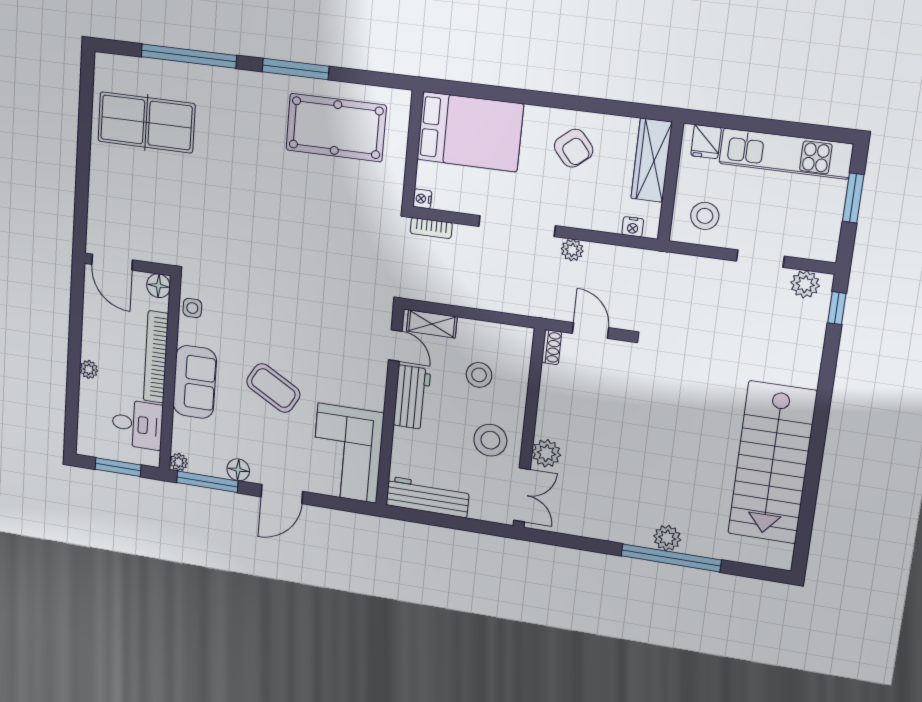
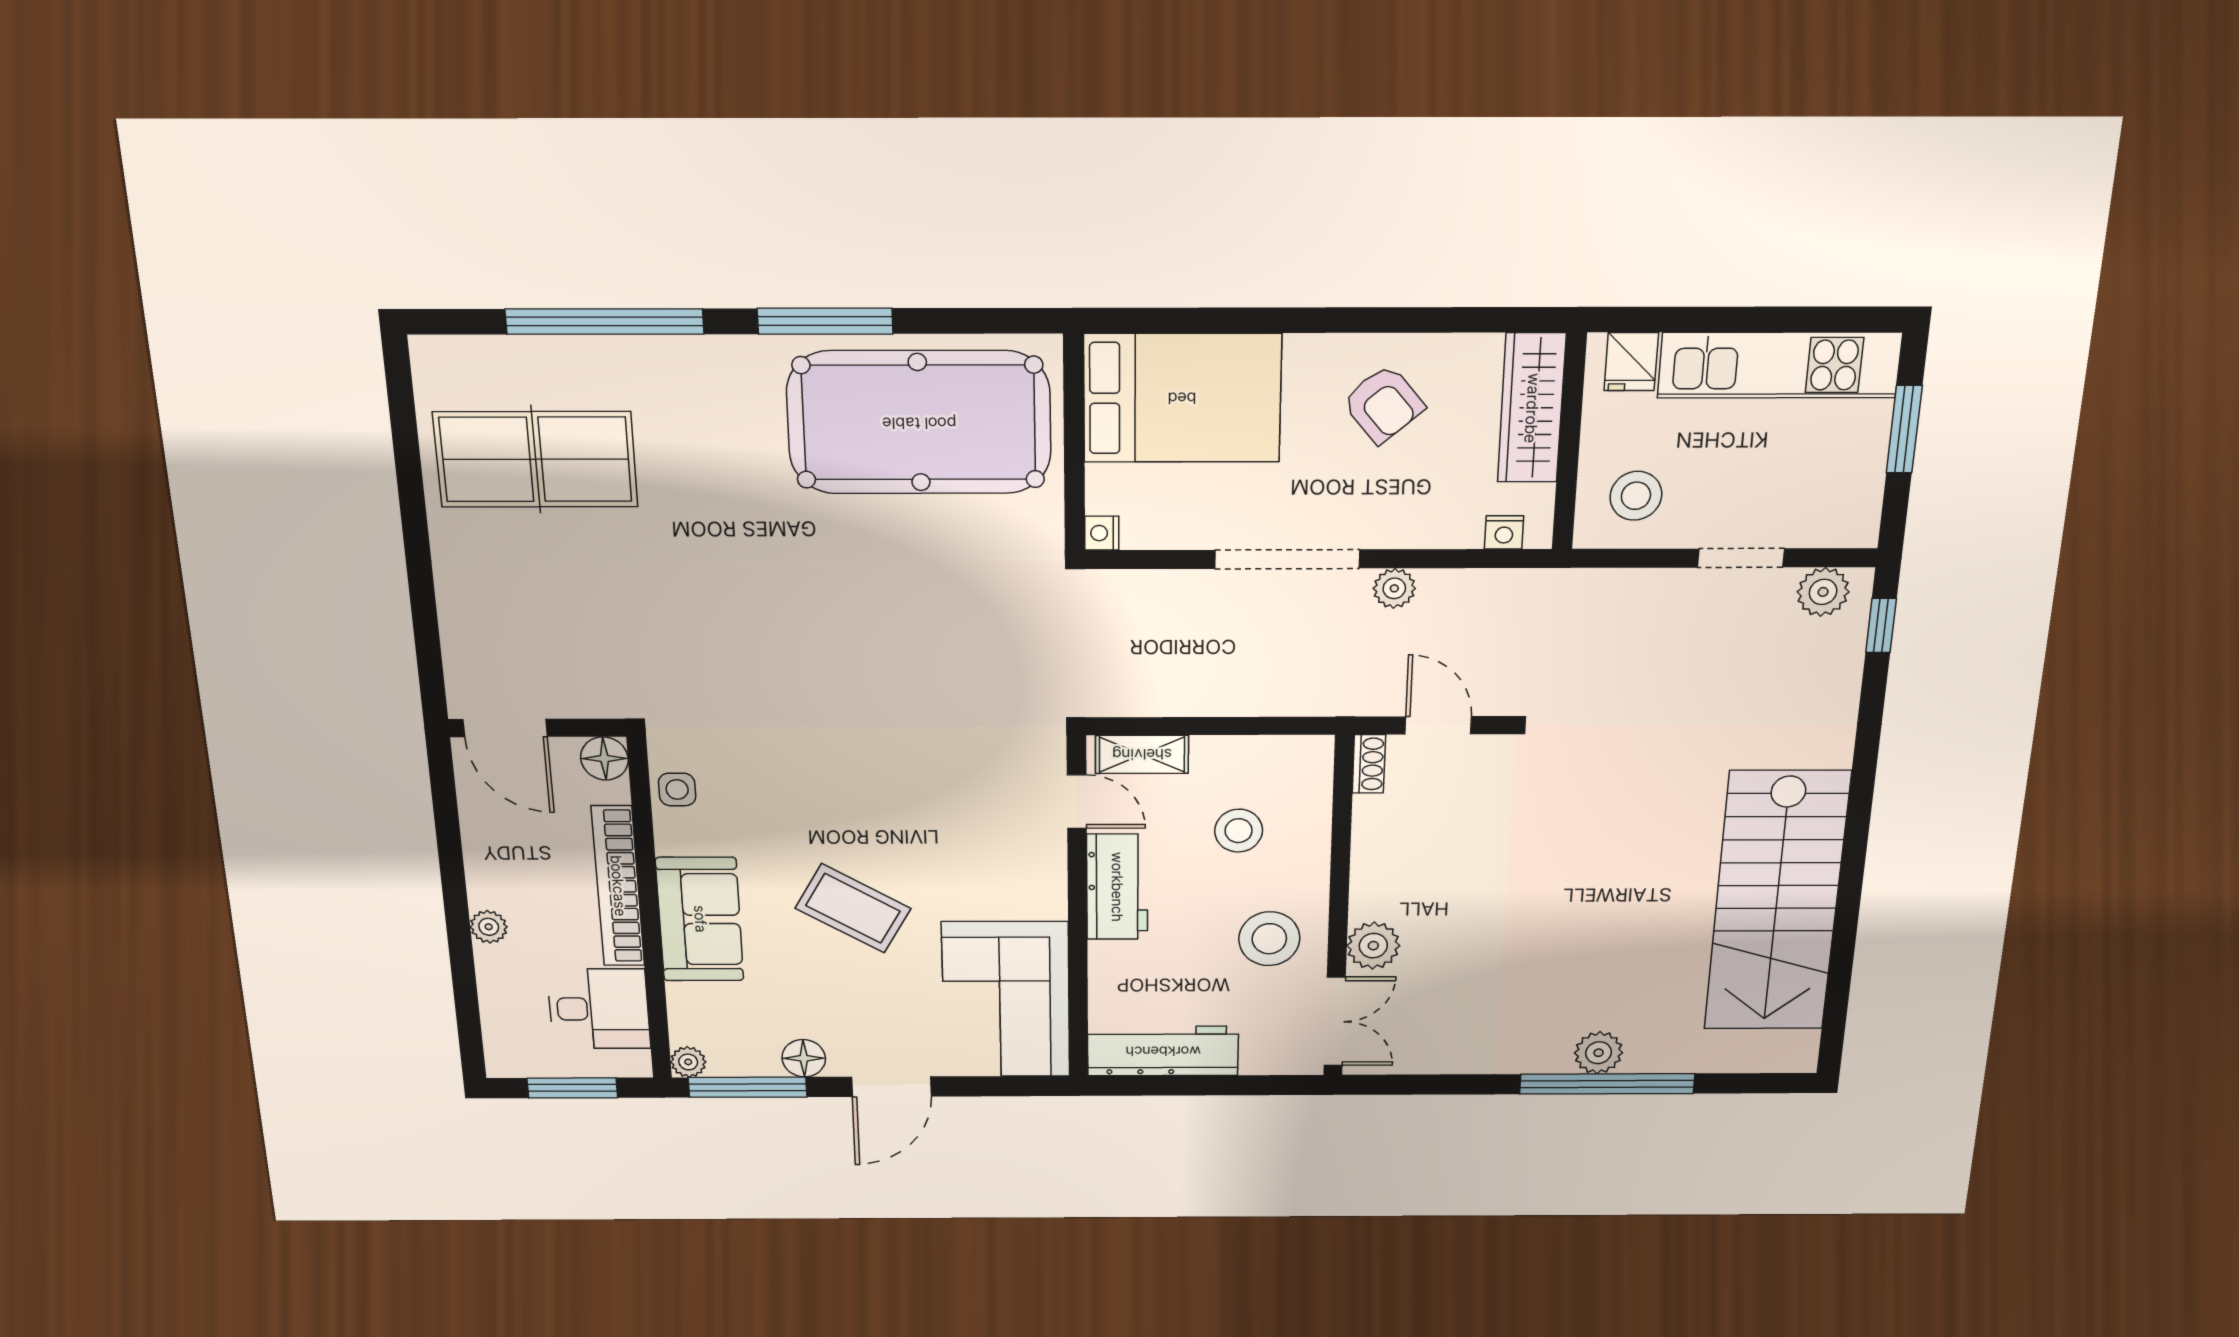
pool table: (336, 128) -> (919, 423), width x1.36, depth x1.32
bookcase: (431, 228) -> (1124, 584), removed

